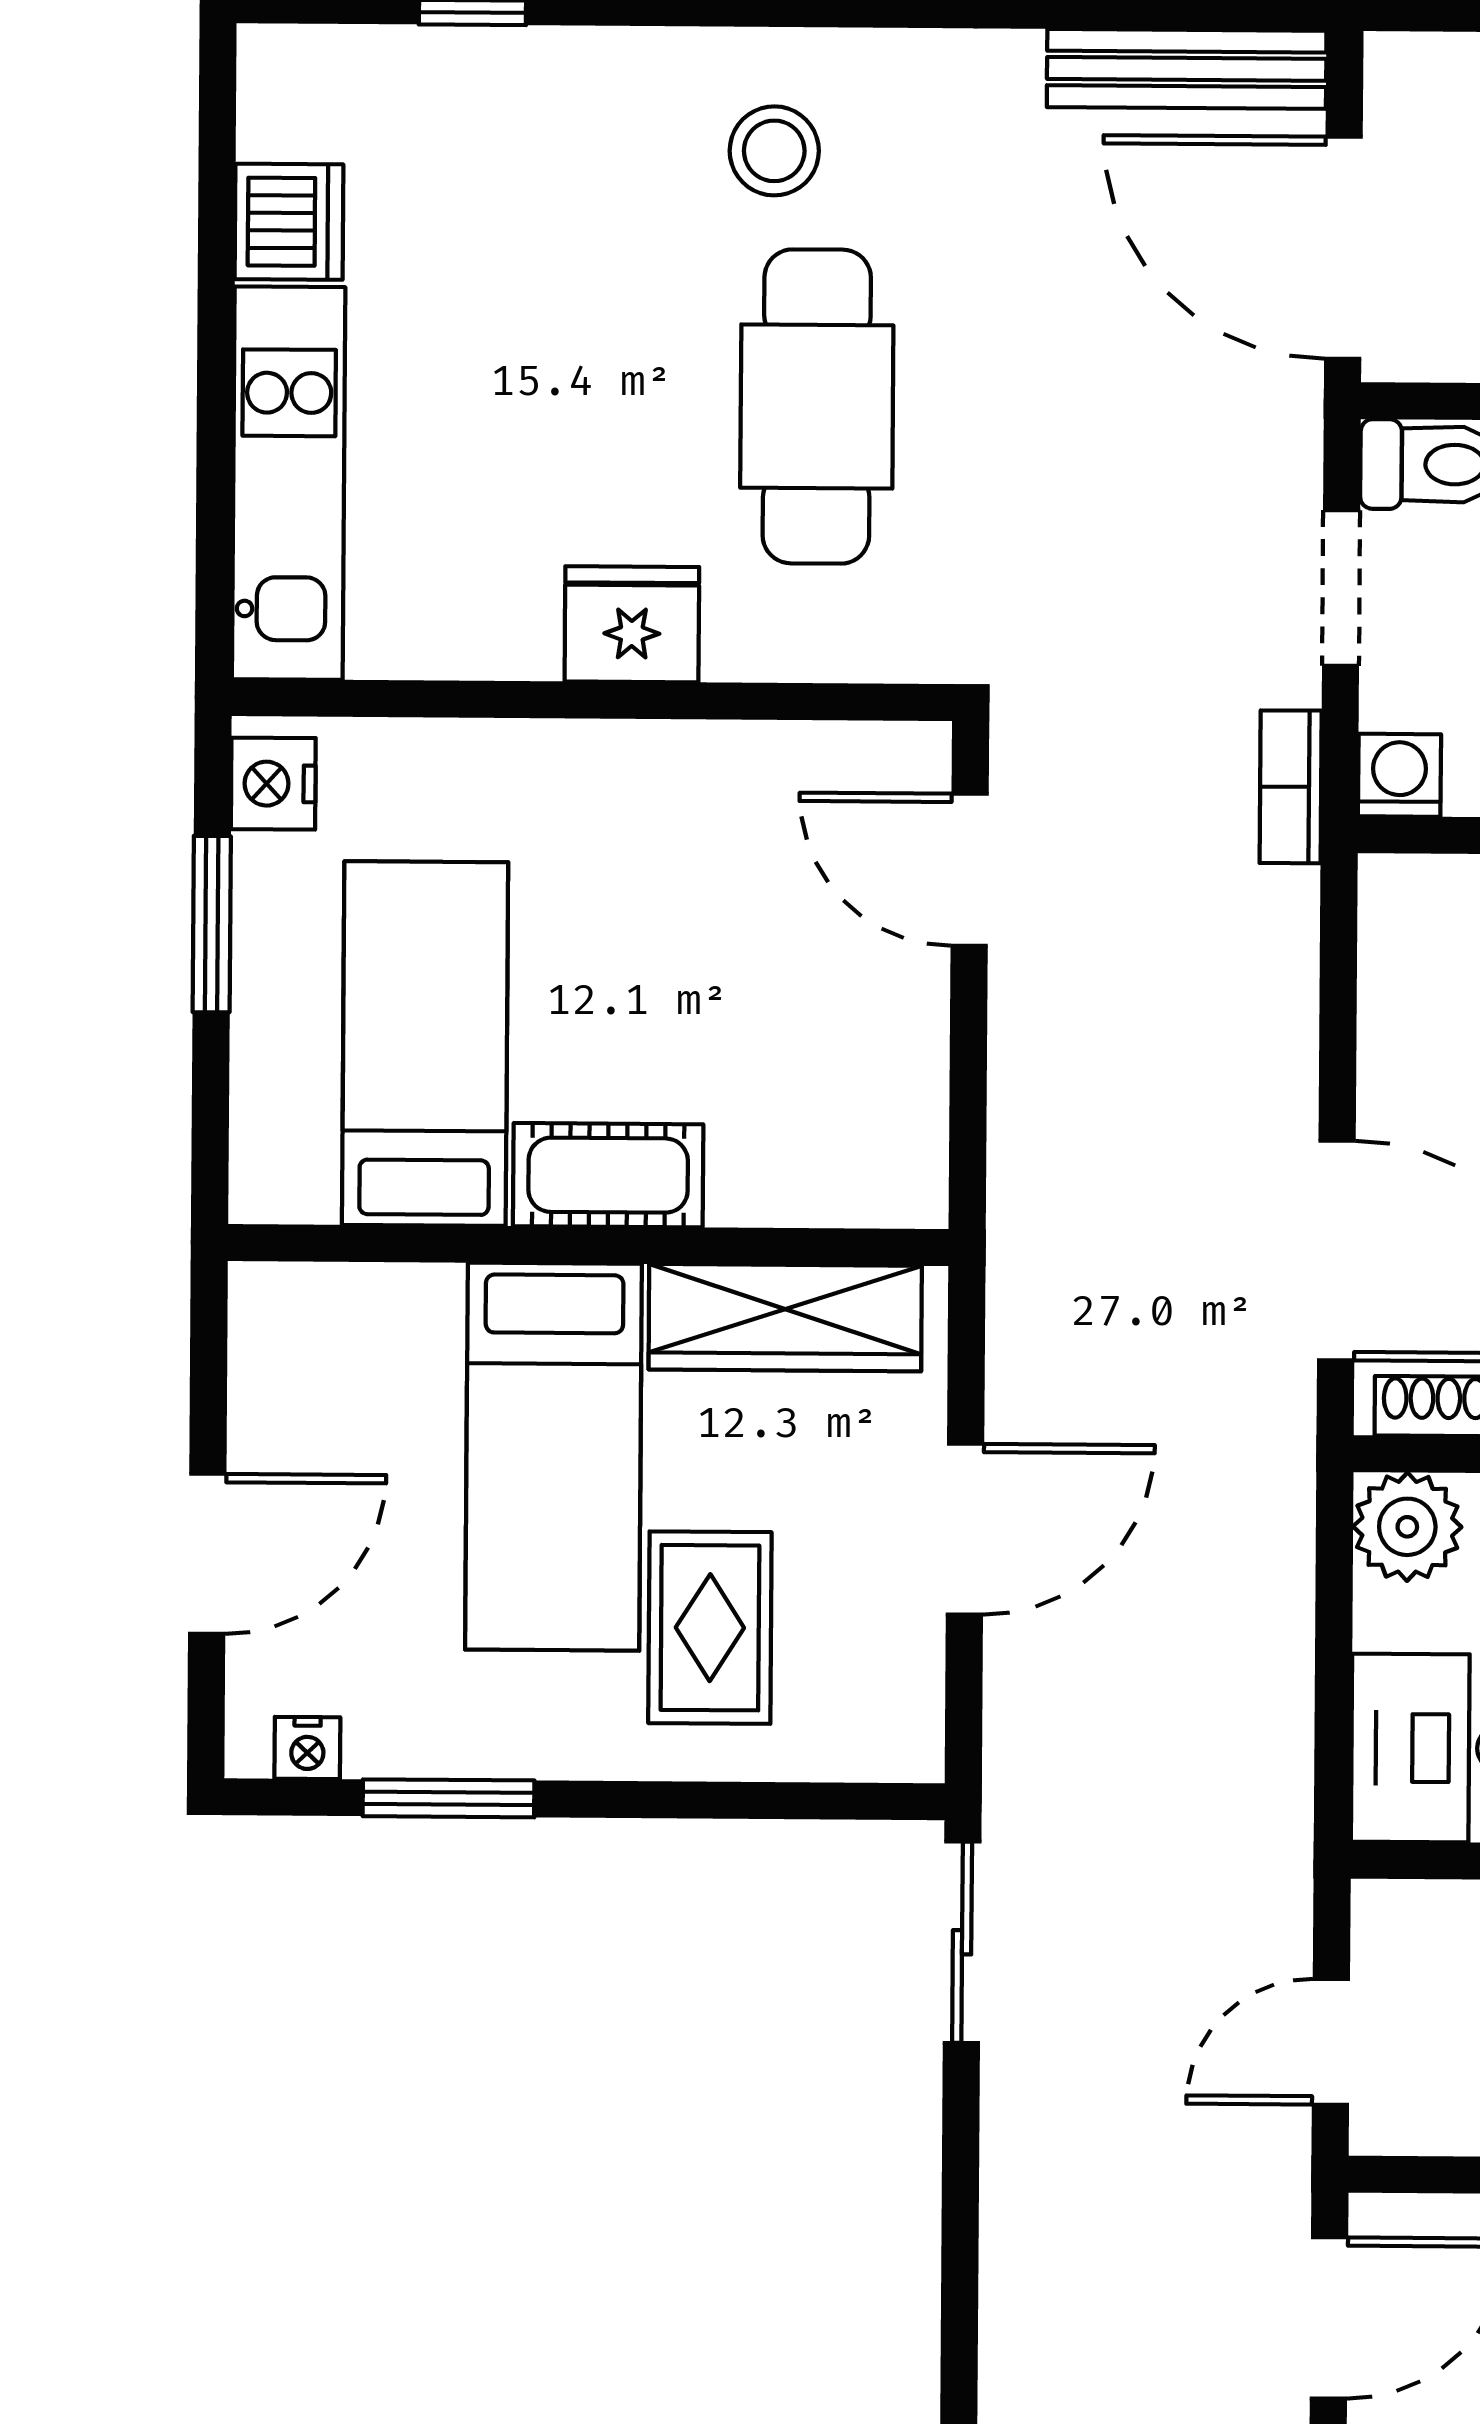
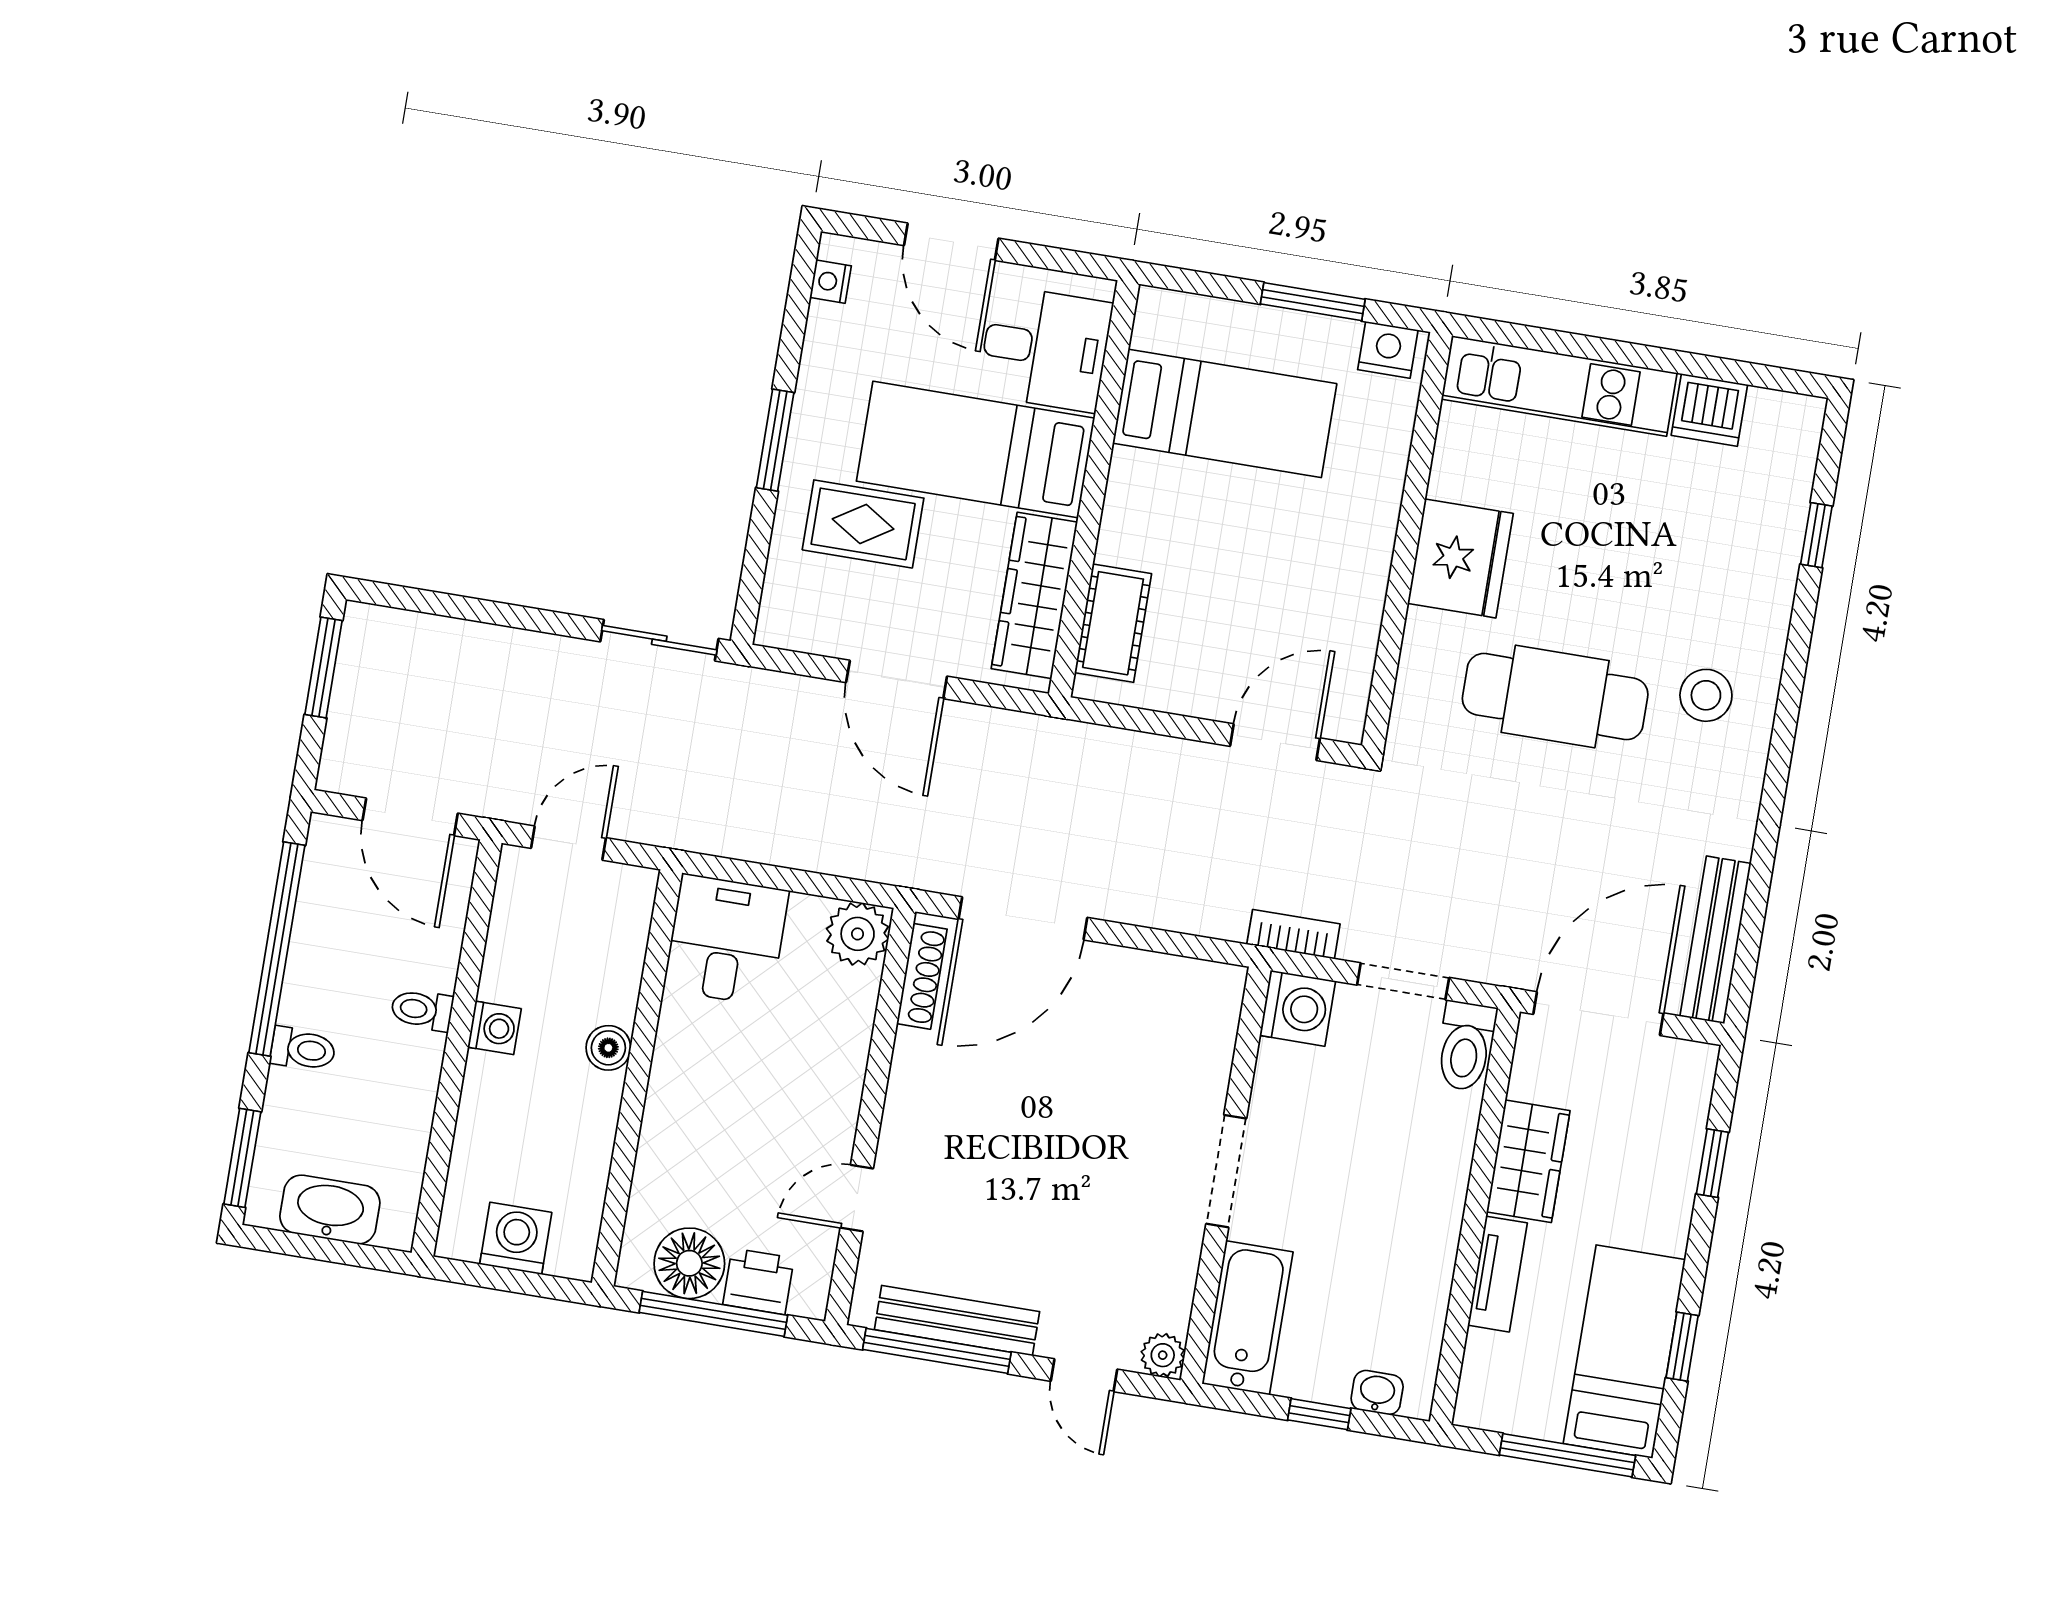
fridge: (632, 624) -> (1460, 558), width x1.36, depth x1.34
washing machine: (1399, 775) -> (1298, 1008), width x1.38, depth x1.38
cot: (608, 1175) -> (1113, 623), moved
desk: (363, 1366) -> (1045, 349), added
window: (449, 1798) -> (775, 440), moved
door: (1331, 2042) -> (568, 843), hinge flipped

